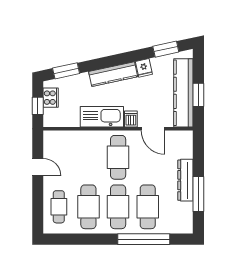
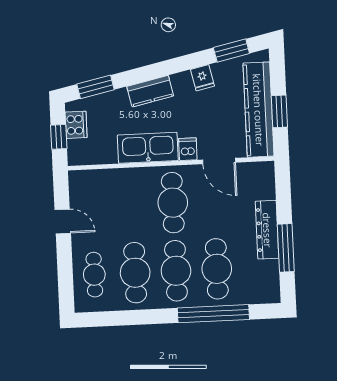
kitchen counter: (113, 74) -> (150, 91), width x0.67

